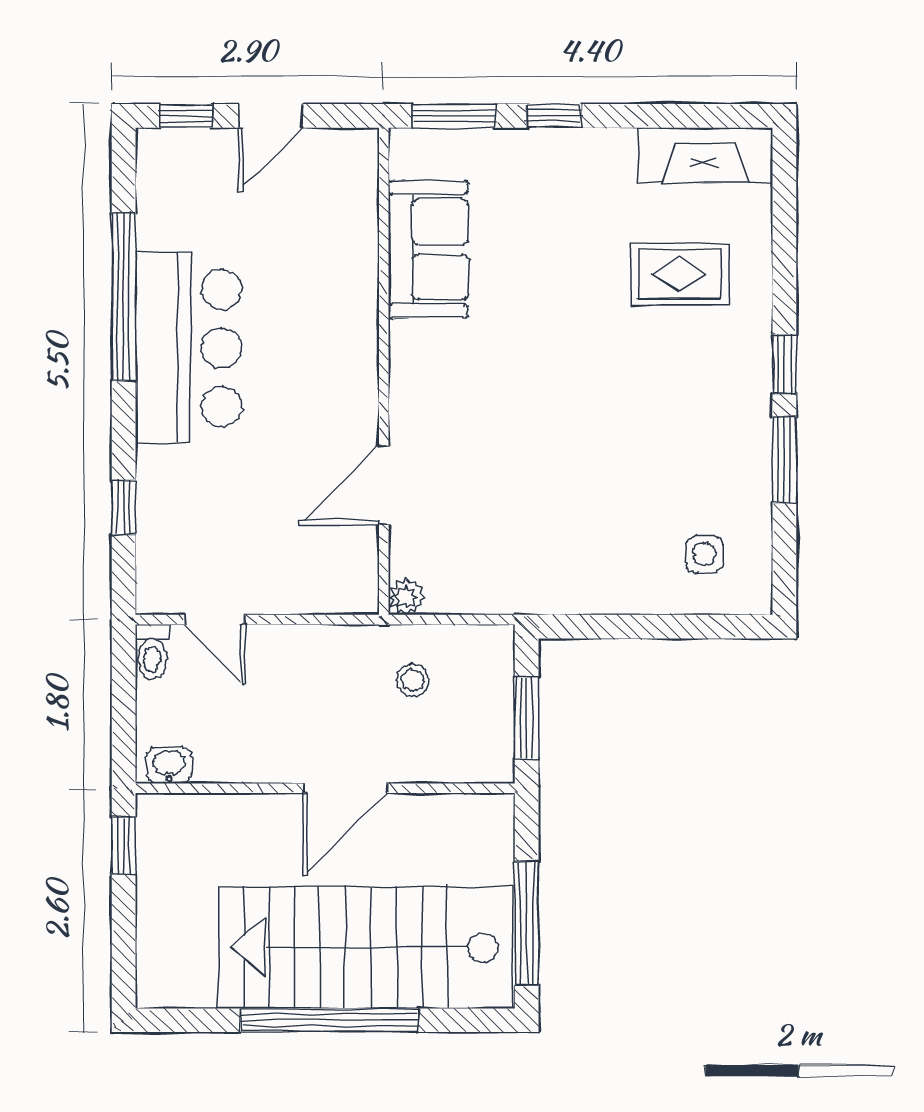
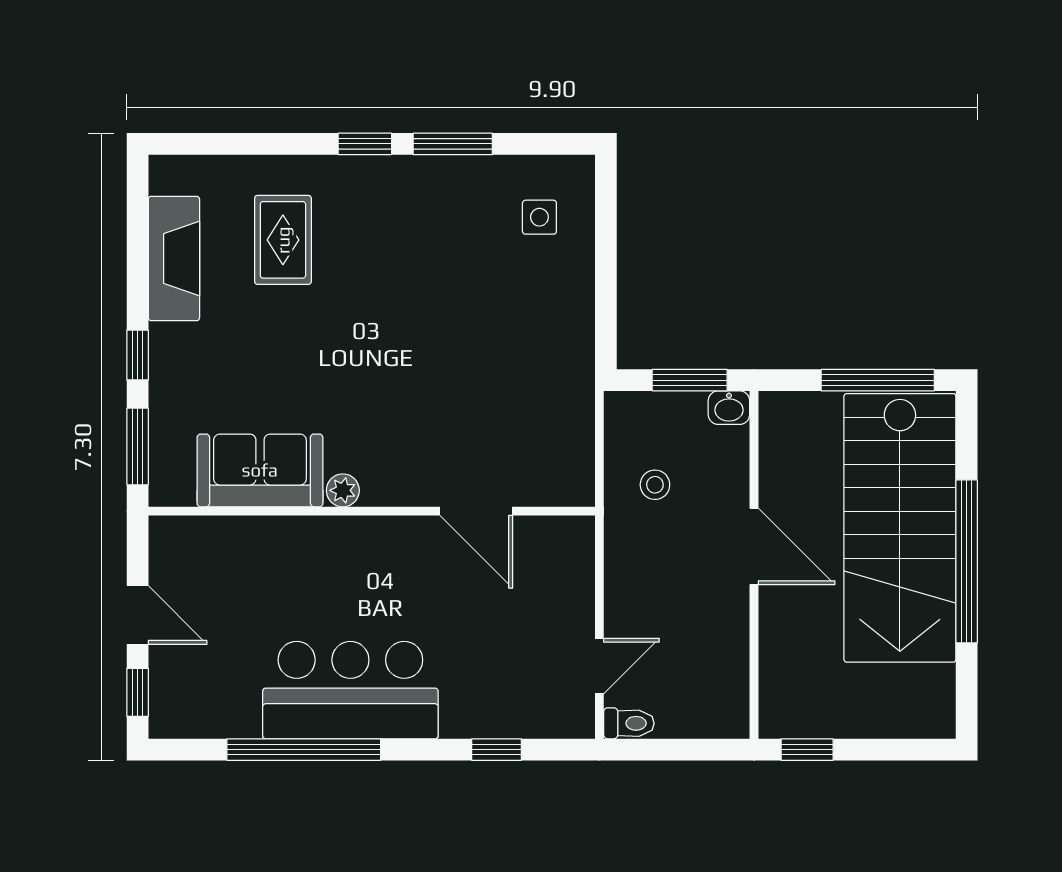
fireplace: (705, 155) -> (174, 258), moved
plant: (406, 597) -> (343, 490), moved
washbasin: (169, 765) -> (729, 408), moved, turned -90

